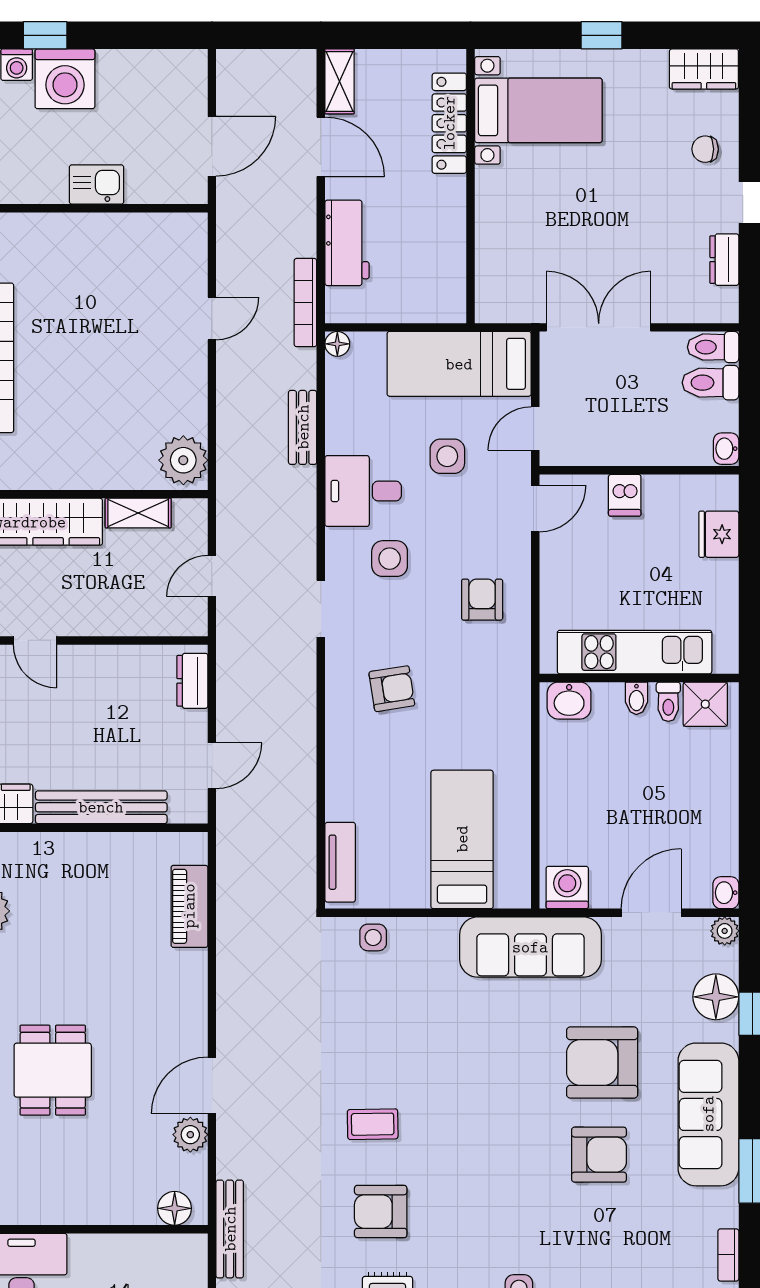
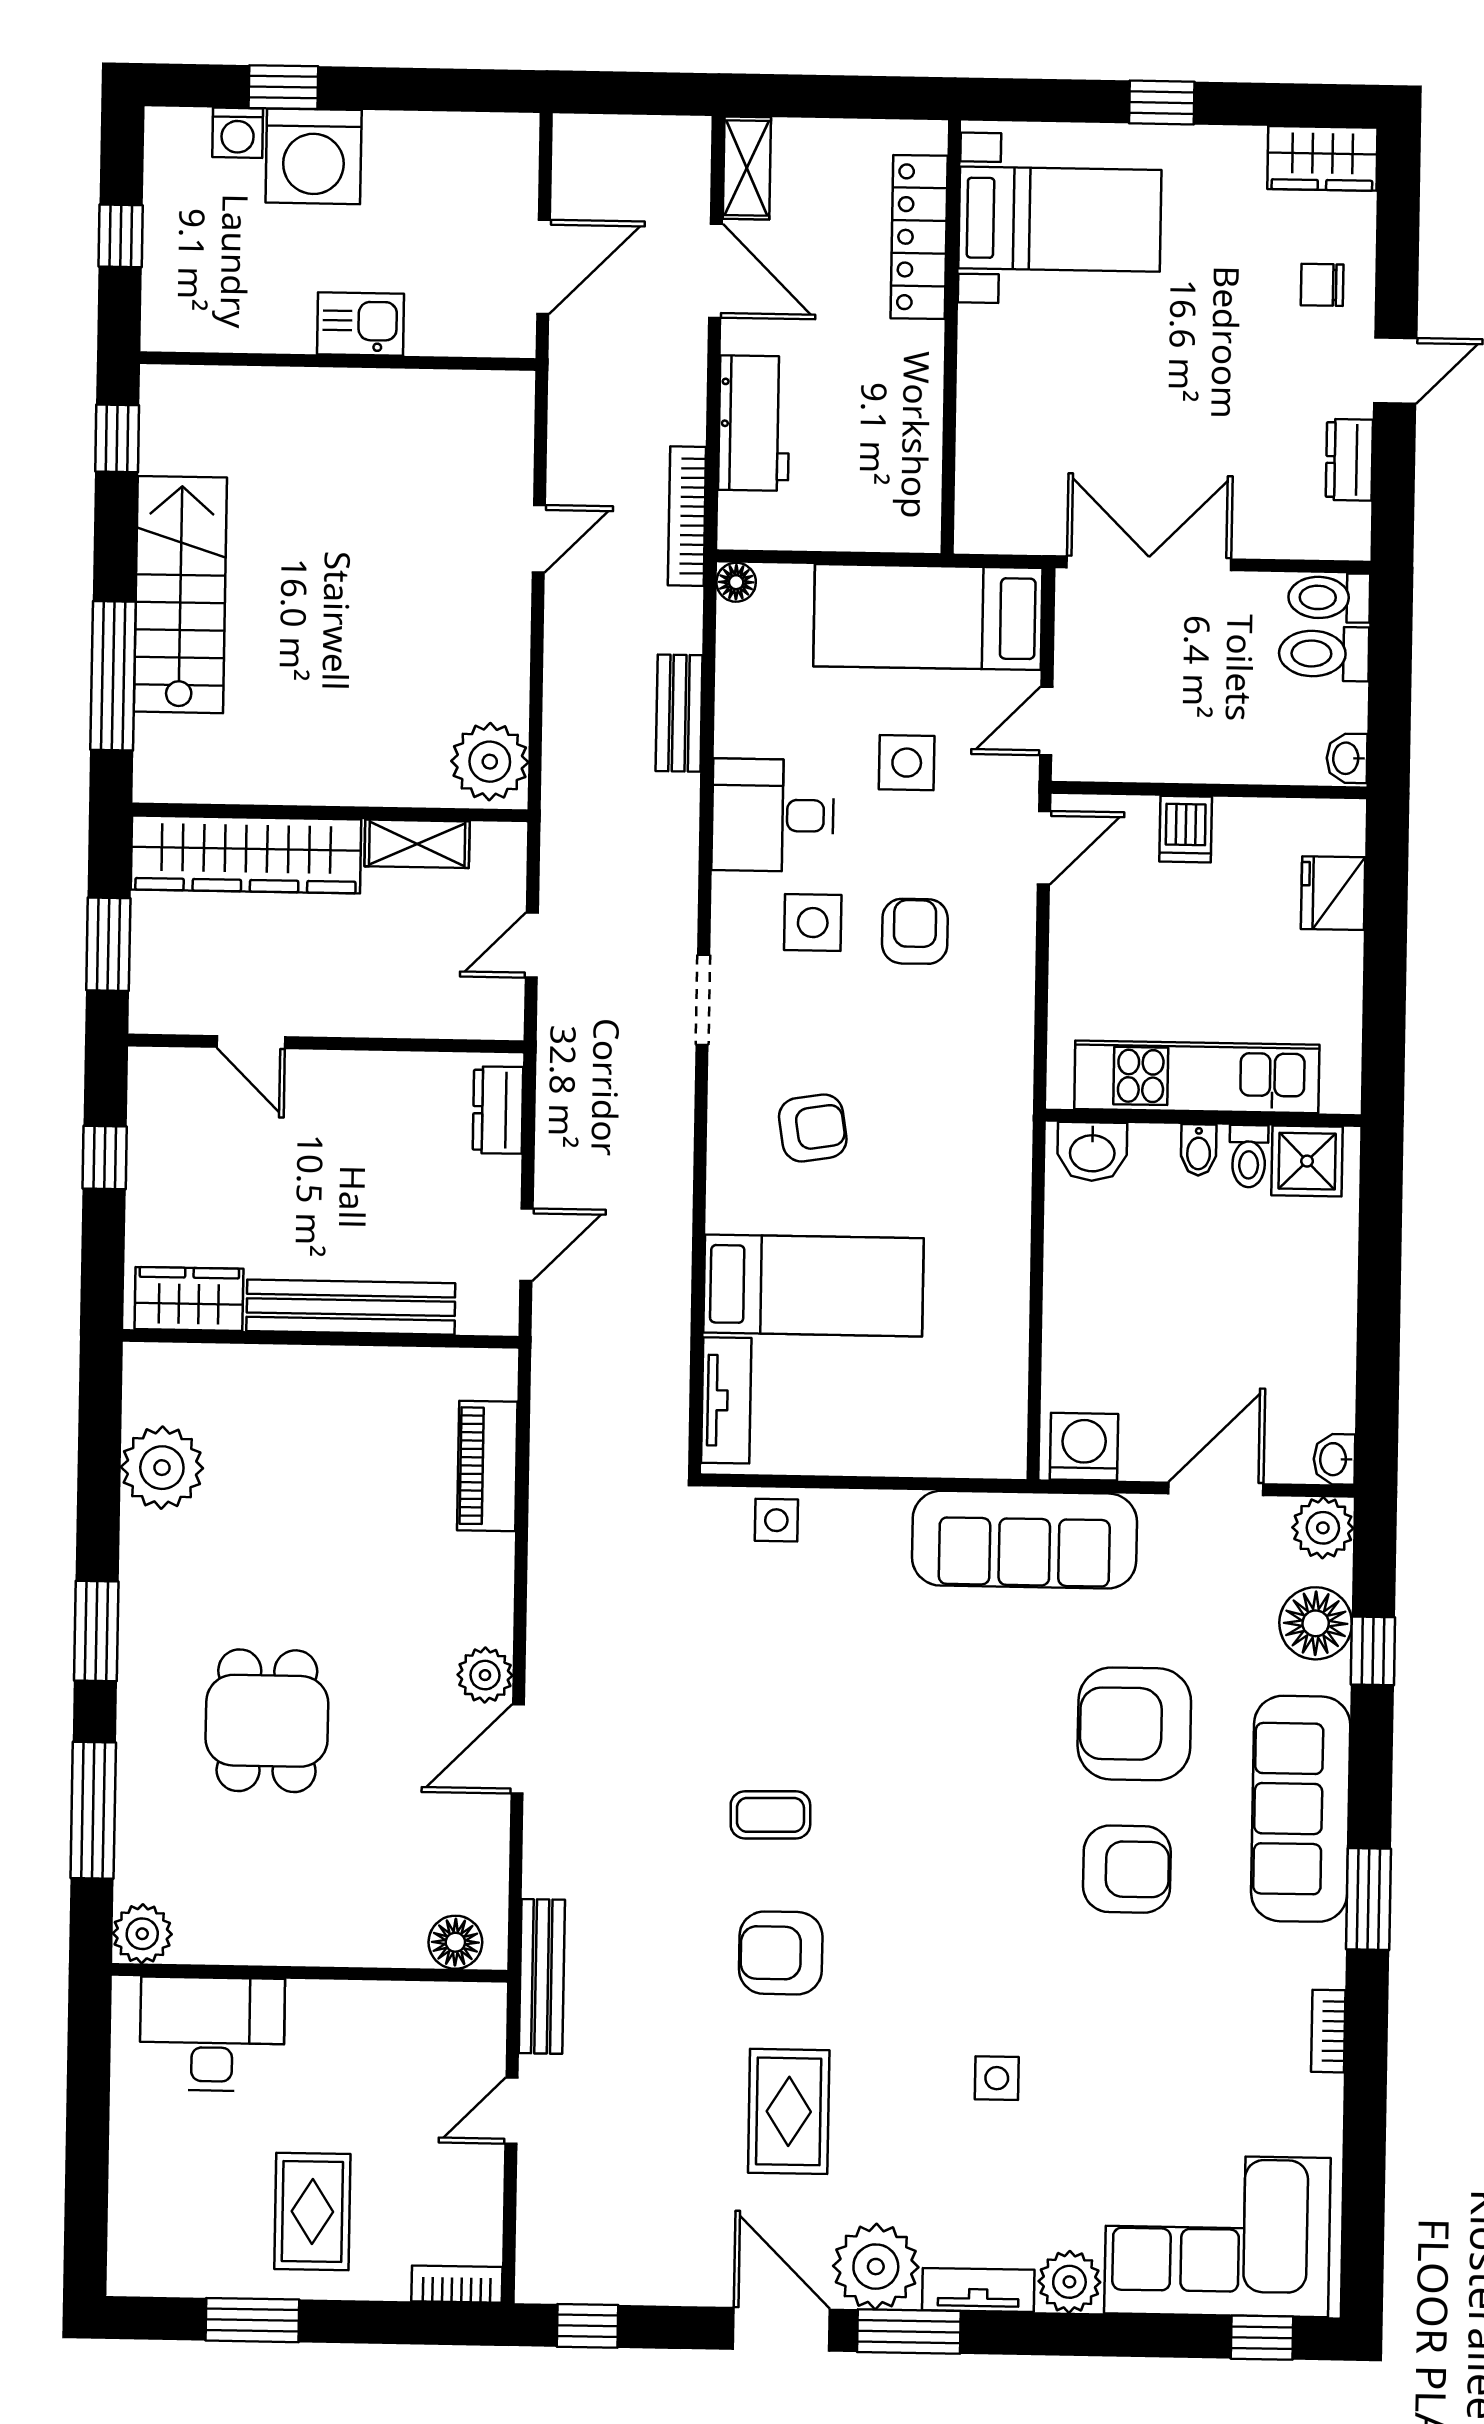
armchair: (482, 600) -> (915, 931), moved
bed: (462, 839) -> (814, 1285), moved, turned 90
plant: (725, 931) -> (1323, 1528), width x1.38, depth x1.38
plant: (190, 1135) -> (485, 1675), moved

